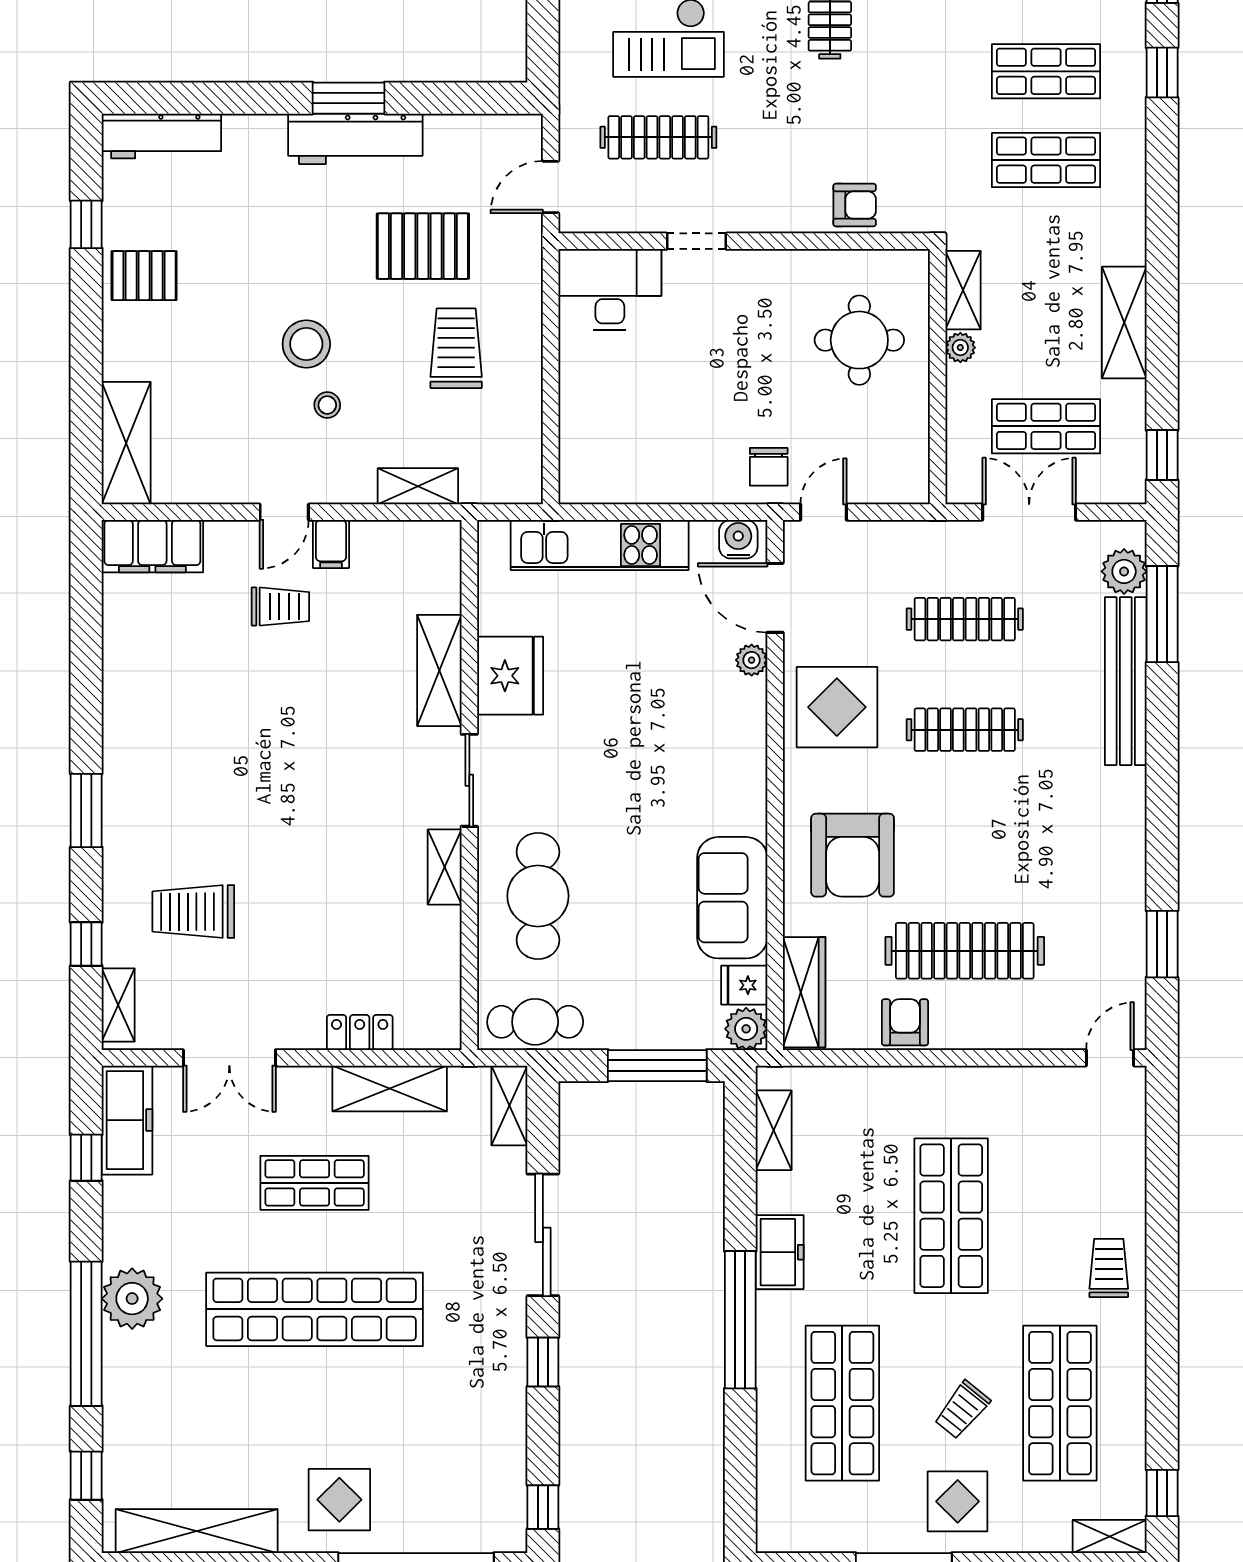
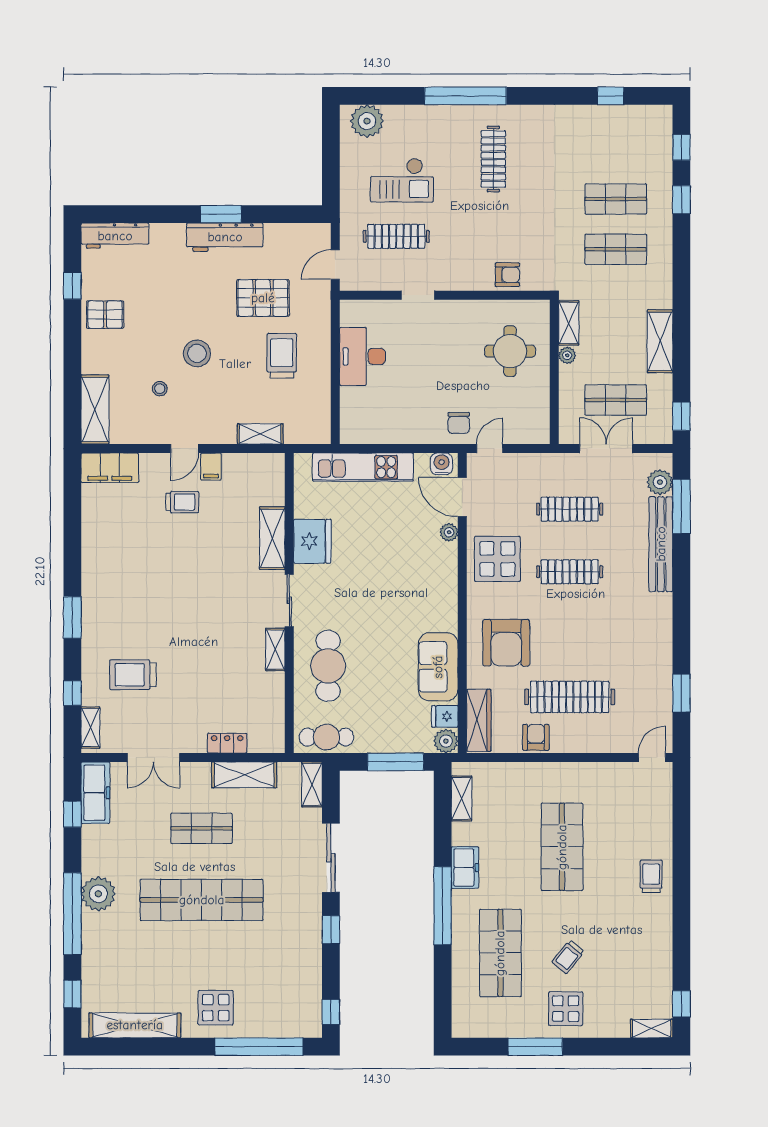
desk: (610, 289) -> (363, 356), moved, turned -90
stool: (327, 405) -> (160, 389), moved
shop shelf: (1060, 1403) -> (624, 953), removed

